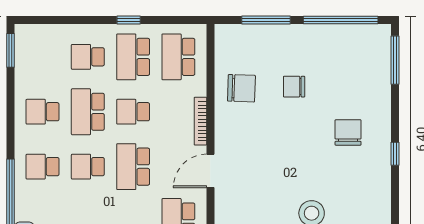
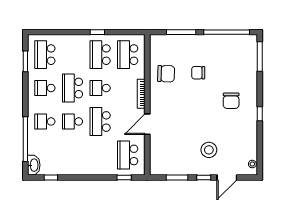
window: (11, 50) -> (25, 61), moved
school desk: (88, 57) -> (45, 55), moved, width x1.85
chair: (348, 132) -> (231, 101), turned 180

